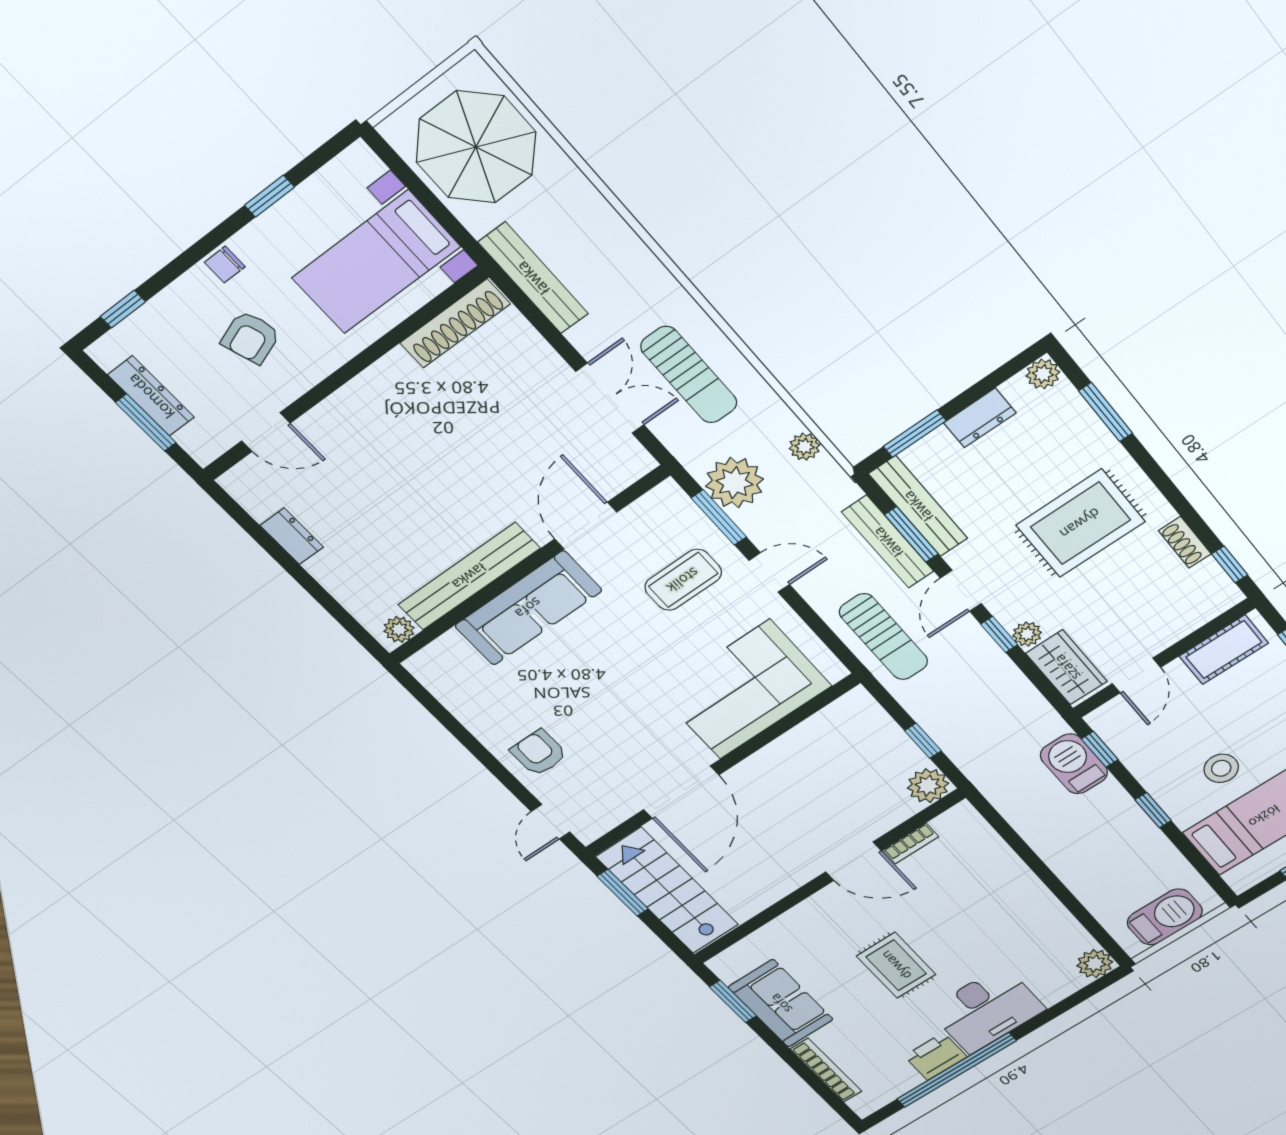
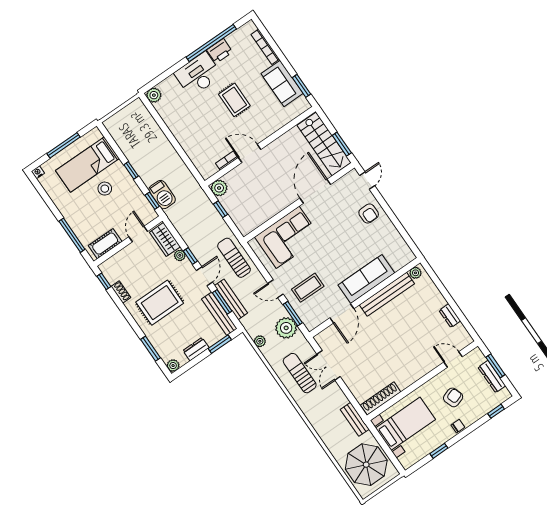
bench: (533, 278) -> (355, 419), width x0.73
barbecue: (1165, 917) -> (126, 117), removed

